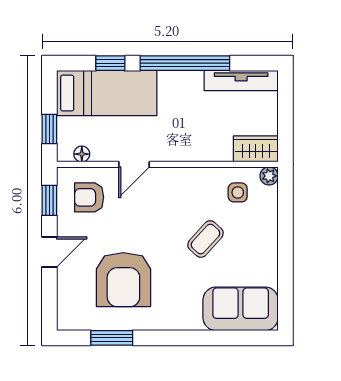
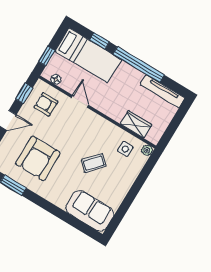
wardrobe: (256, 149) -> (136, 124), moved
door: (134, 164) -> (80, 101), swing flipped

